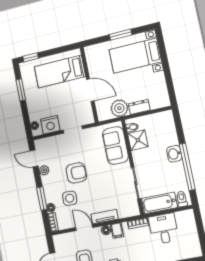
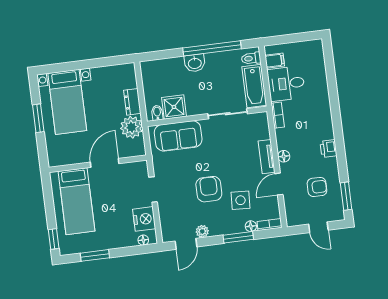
filing cabinet: (117, 230) -> (275, 61), moved

